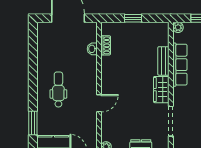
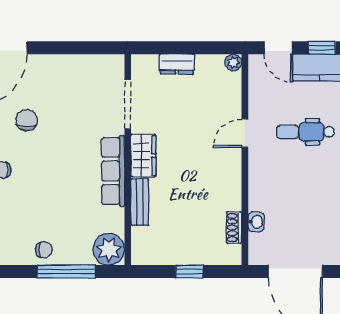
plant: (178, 27) -> (109, 249), width x1.88, depth x1.88
row of seats: (180, 65) -> (113, 171), moved
dental chair: (58, 90) -> (306, 132), moved, turned 90

